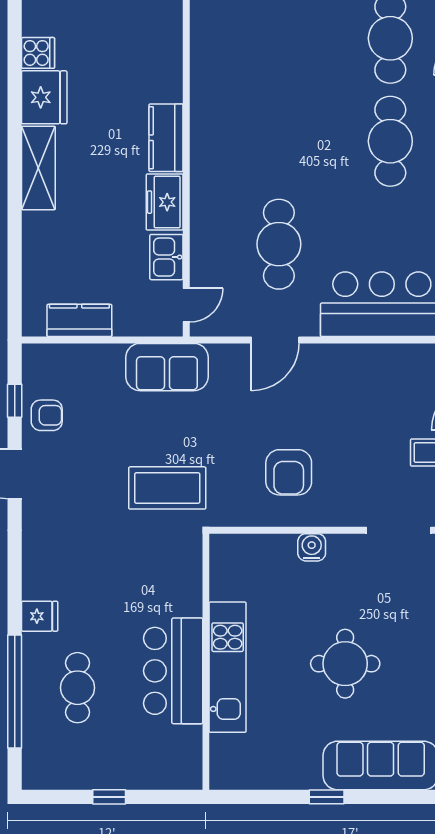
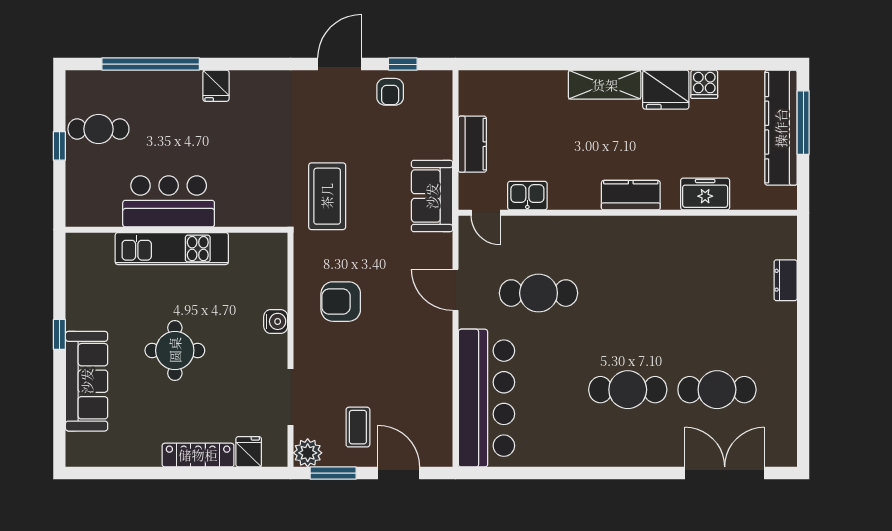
freezer: (165, 202) -> (705, 194), moved
kitchen counter: (79, 320) -> (472, 144), moved
cafe table: (78, 688) -> (98, 129), moved

